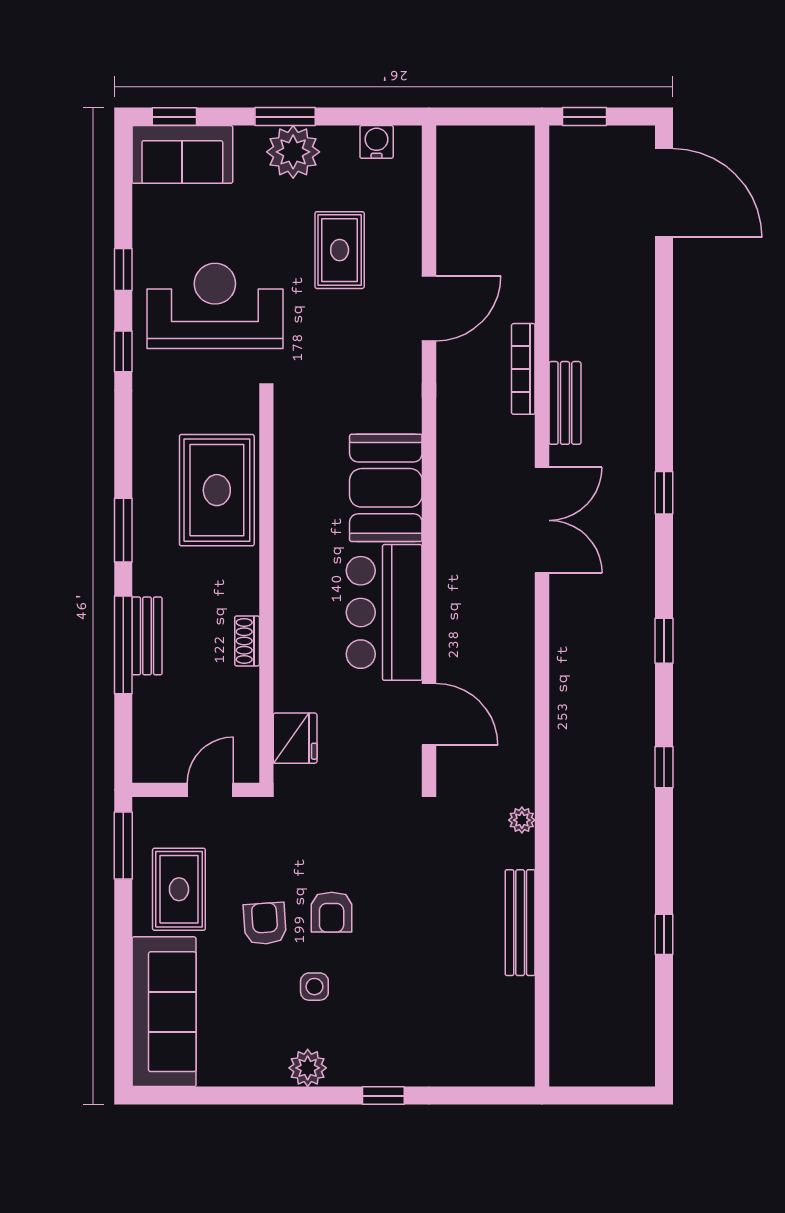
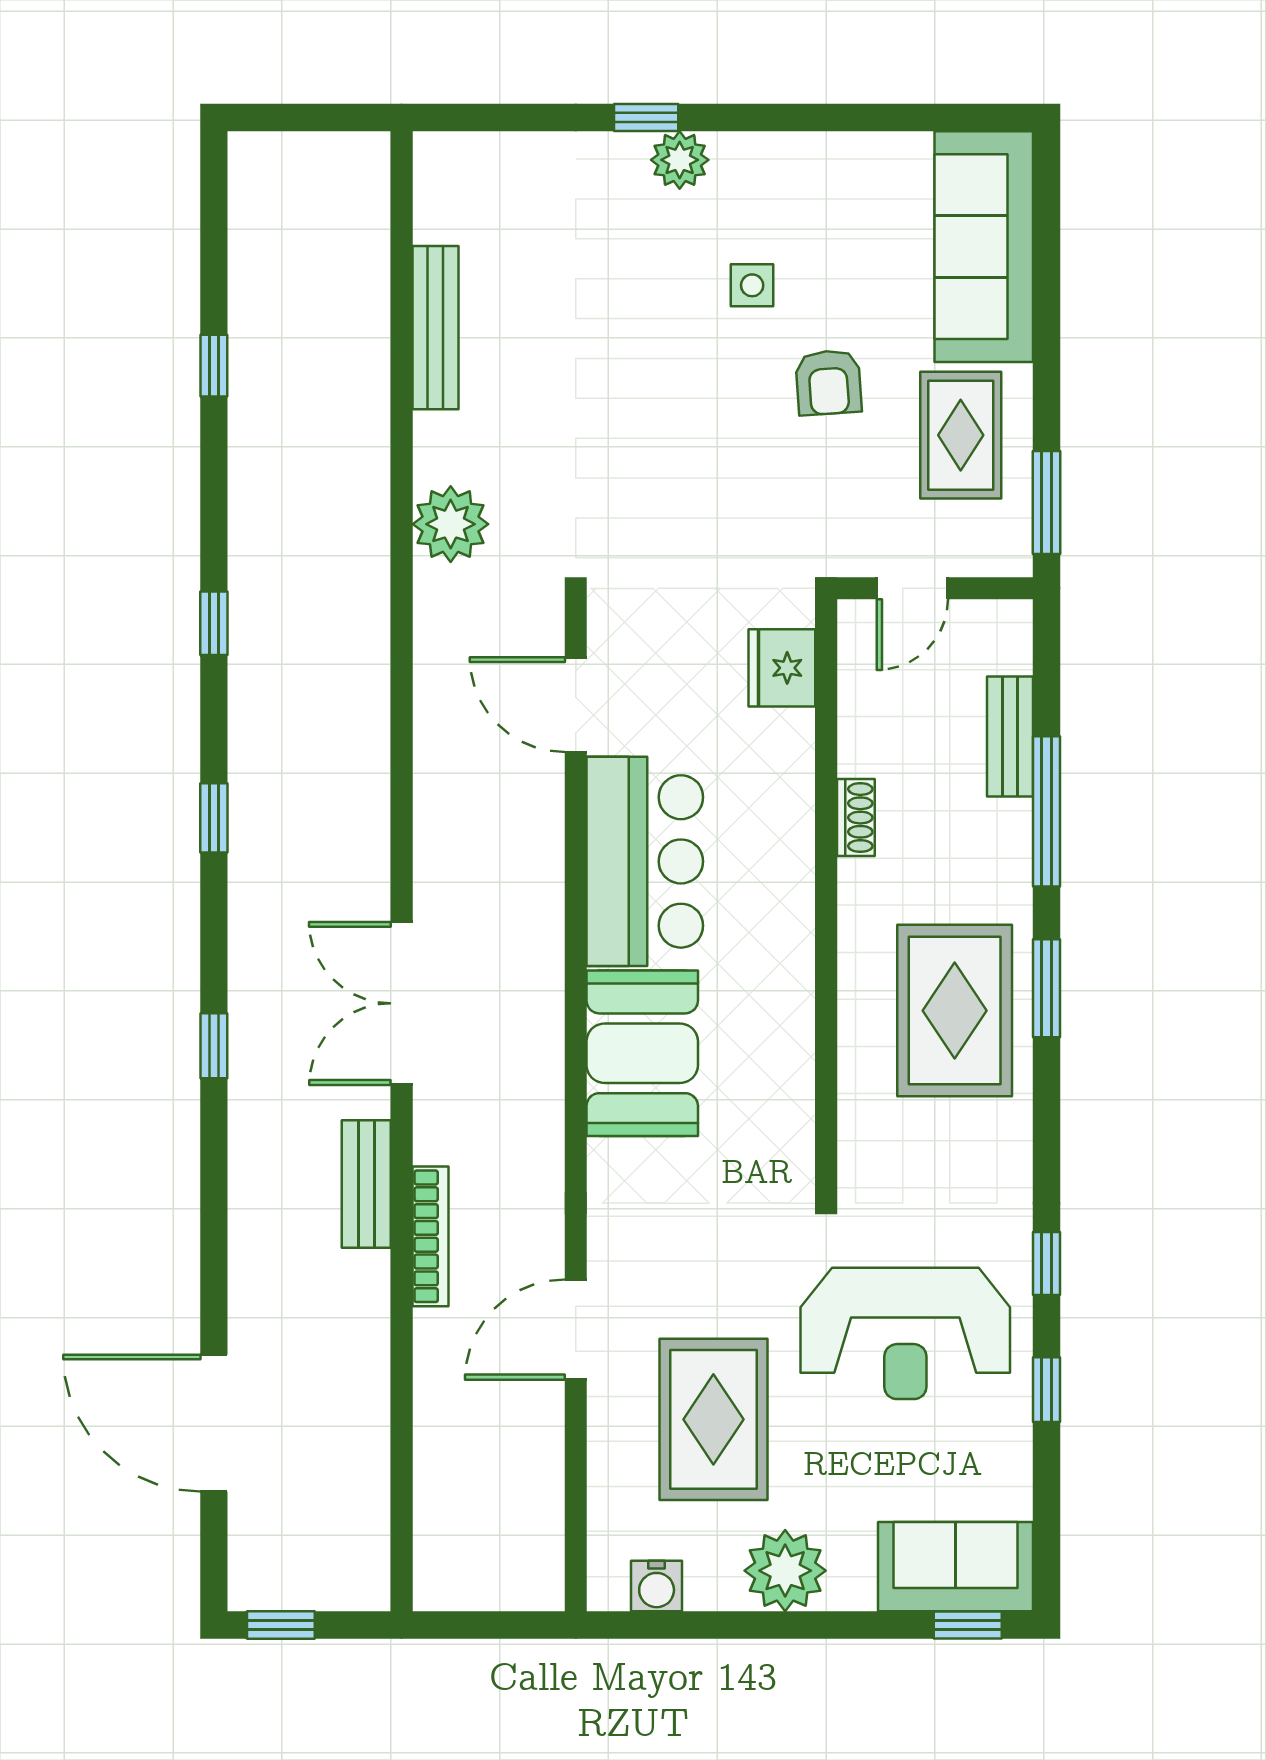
window: (285, 117) -> (797, 1625), removed
window: (585, 117) -> (281, 1625), moved
door: (664, 193) -> (214, 1423), moved
rug: (340, 250) -> (713, 1419), width x1.36, depth x1.43
rug: (217, 490) -> (955, 1011), moved
bench: (147, 636) -> (1010, 737), moved
plant: (522, 820) -> (451, 524), width x1.88, depth x1.88
armchair: (332, 912) -> (726, 400), removed
bench: (520, 923) -> (435, 328), moved
plant: (308, 1068) -> (680, 160), moved

